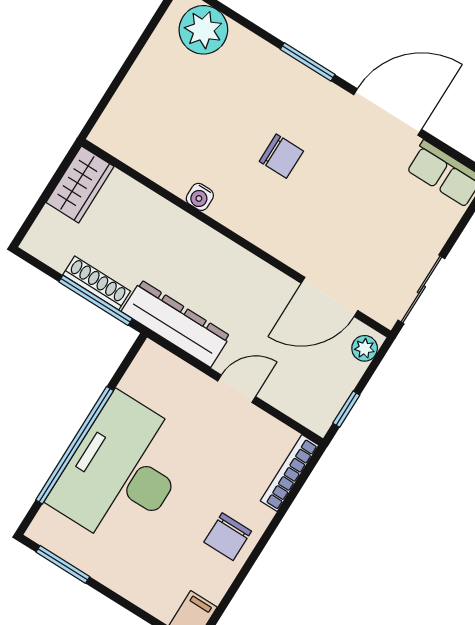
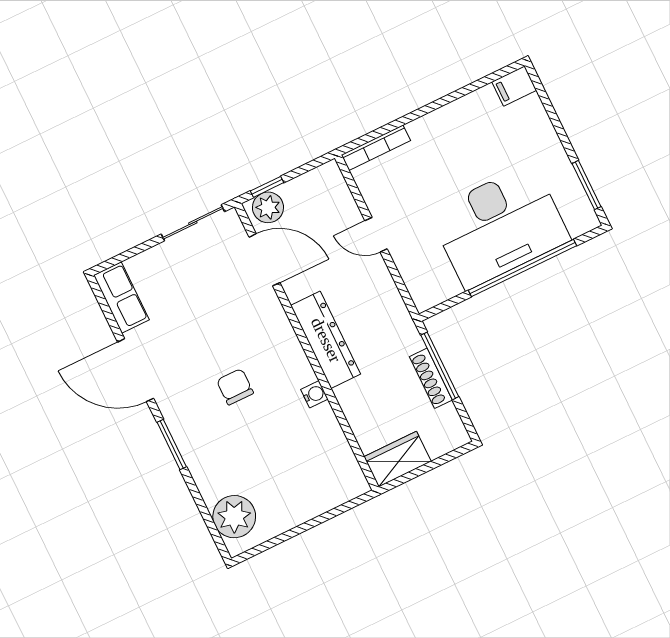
dresser: (176, 324) -> (326, 340), moved, turned 180
plant: (365, 348) -> (268, 207), width x1.38, depth x1.38
window: (346, 409) -> (267, 187), moved
chair: (228, 537) -> (451, 129), removed

